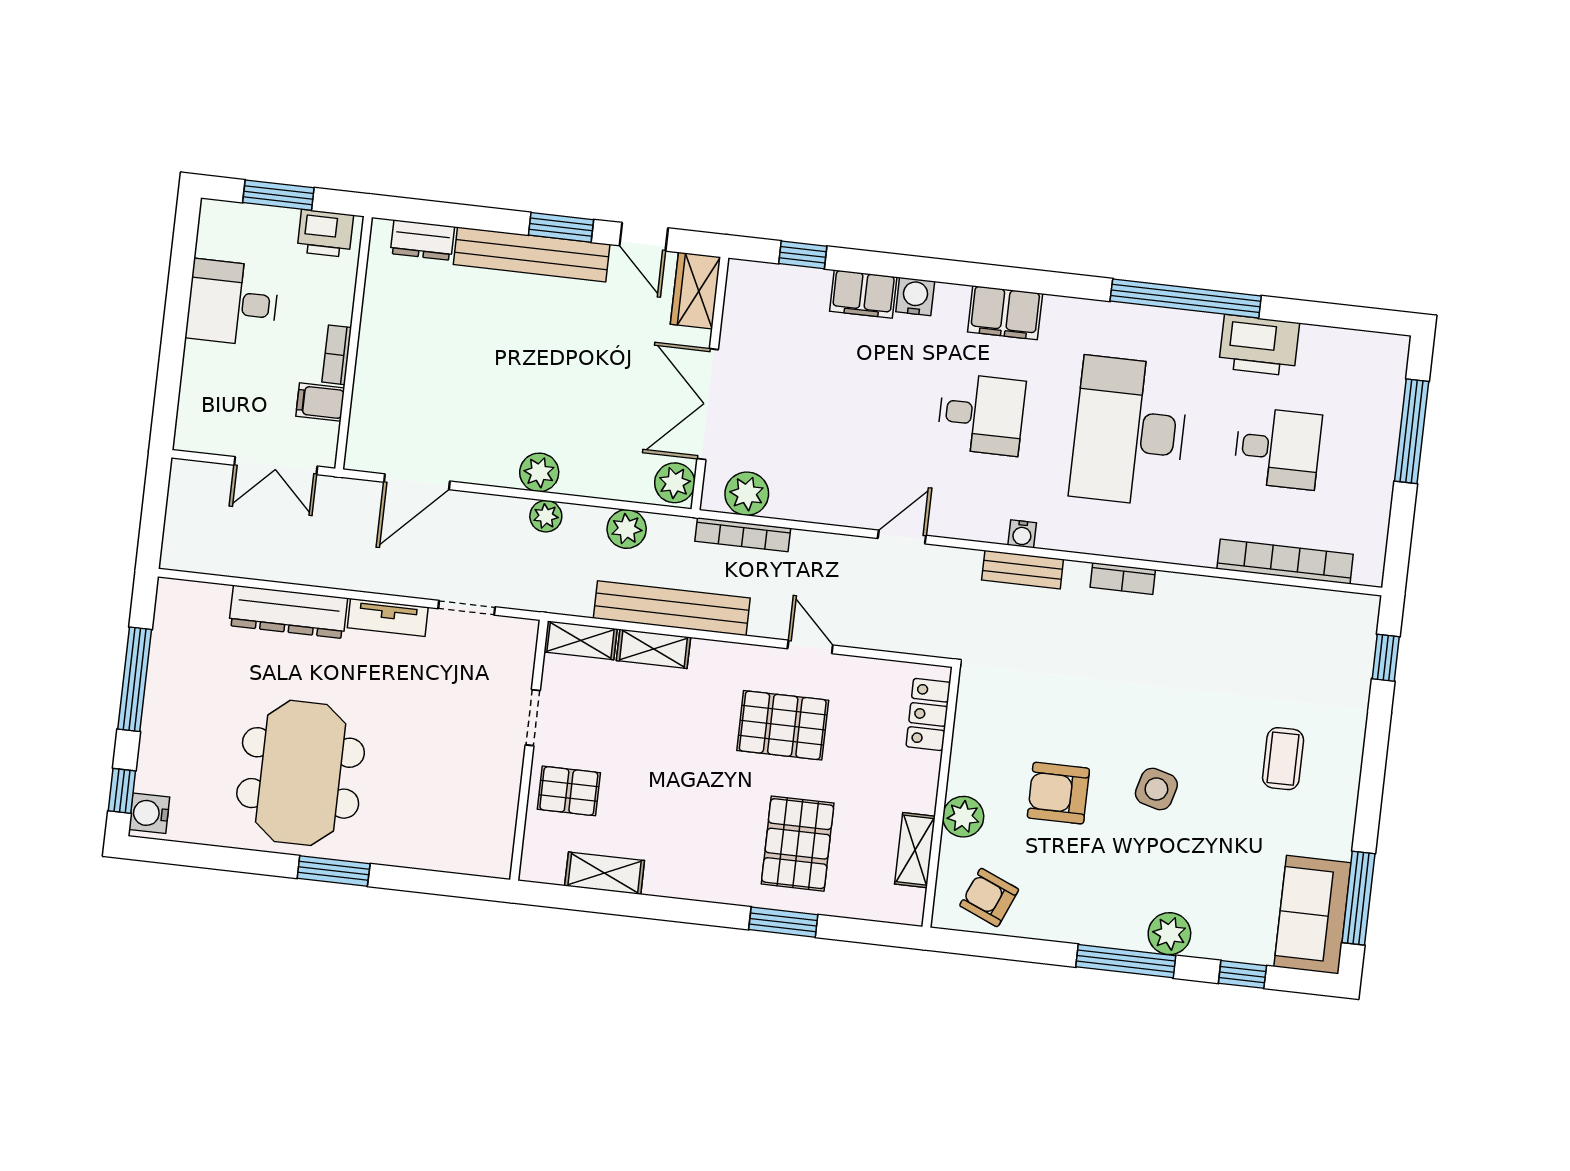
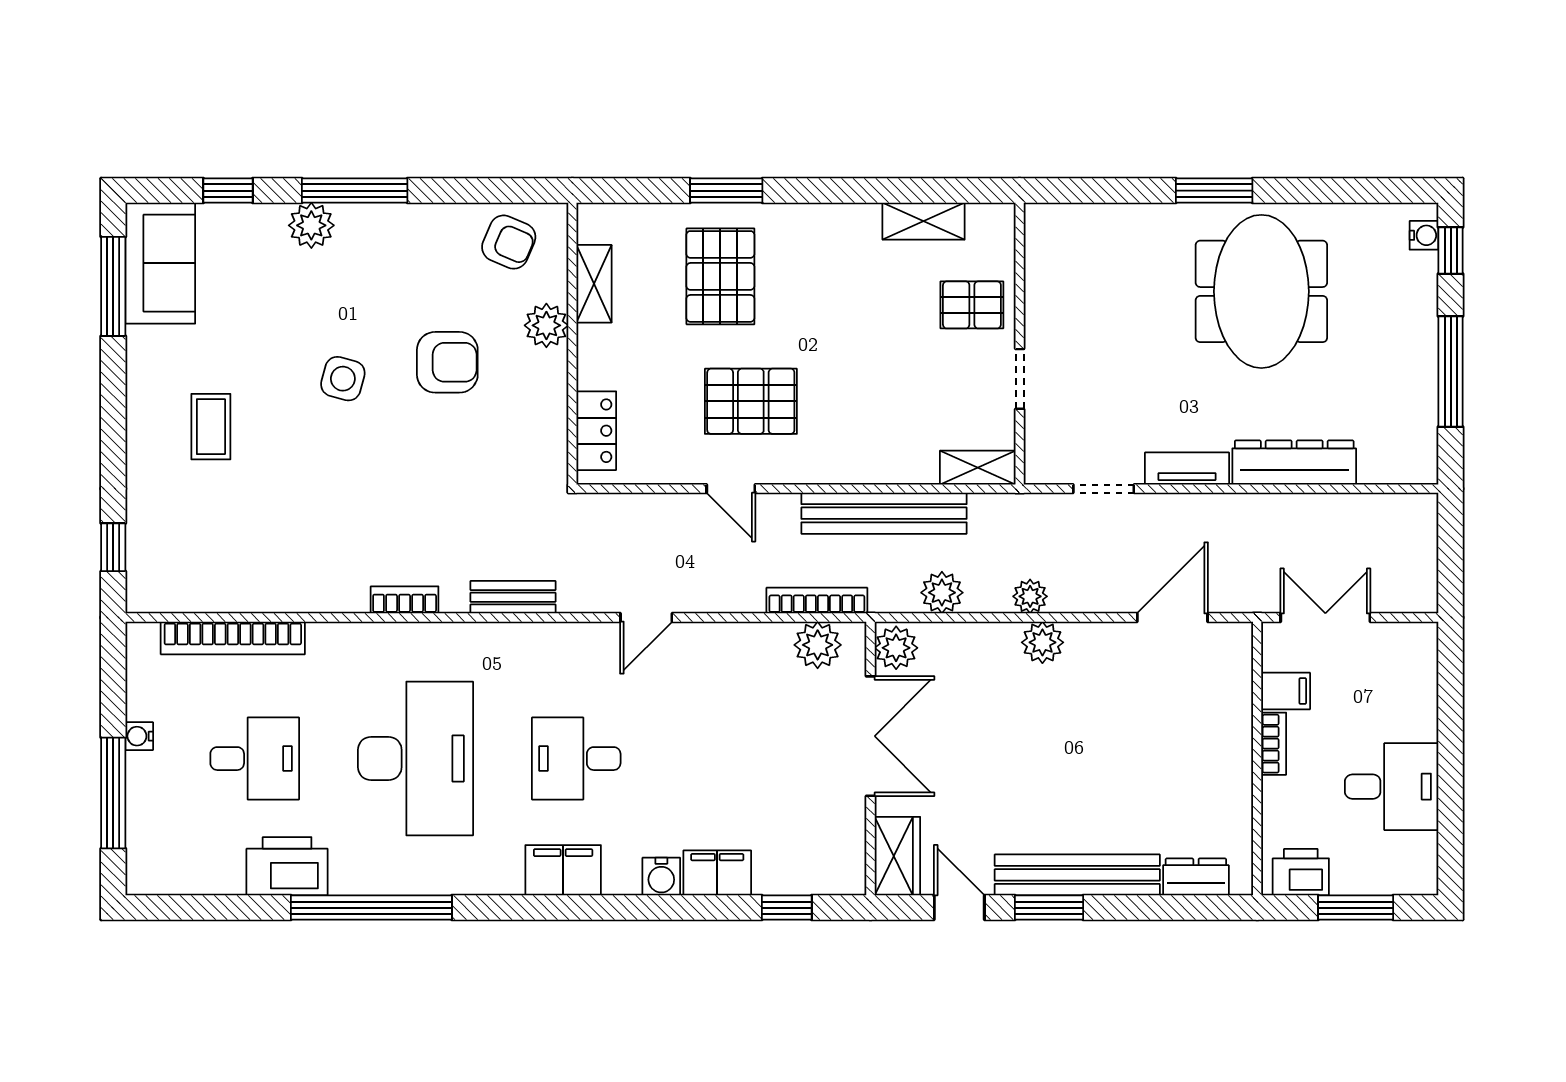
desk: (1278, 448) -> (255, 759), turned 180
water cooler: (1022, 534) -> (139, 736), moved, turned -90
shelving: (654, 649) -> (899, 467), removed
water cooler: (149, 813) -> (1424, 235), width x0.72, depth x0.72

